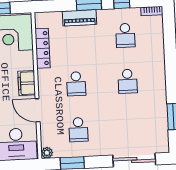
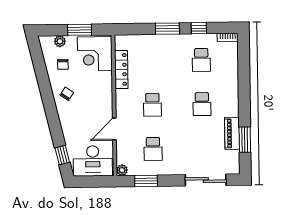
piano: (79, 18) -> (232, 133), moved, turned 90
filing cabinet: (27, 83) -> (105, 102), removed
door: (38, 110) -> (114, 129), hinge flipped

